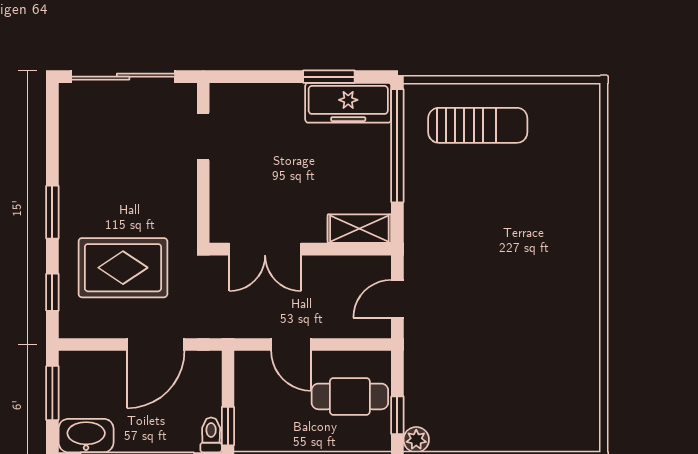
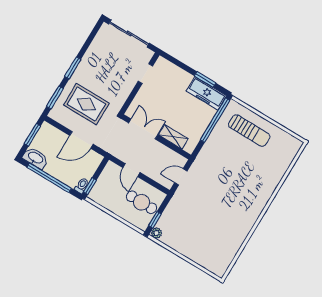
shelving: (359, 229) -> (173, 137), moved
double door: (265, 249) -> (143, 129), swing flipped
window: (52, 292) -> (55, 97), width x1.50

